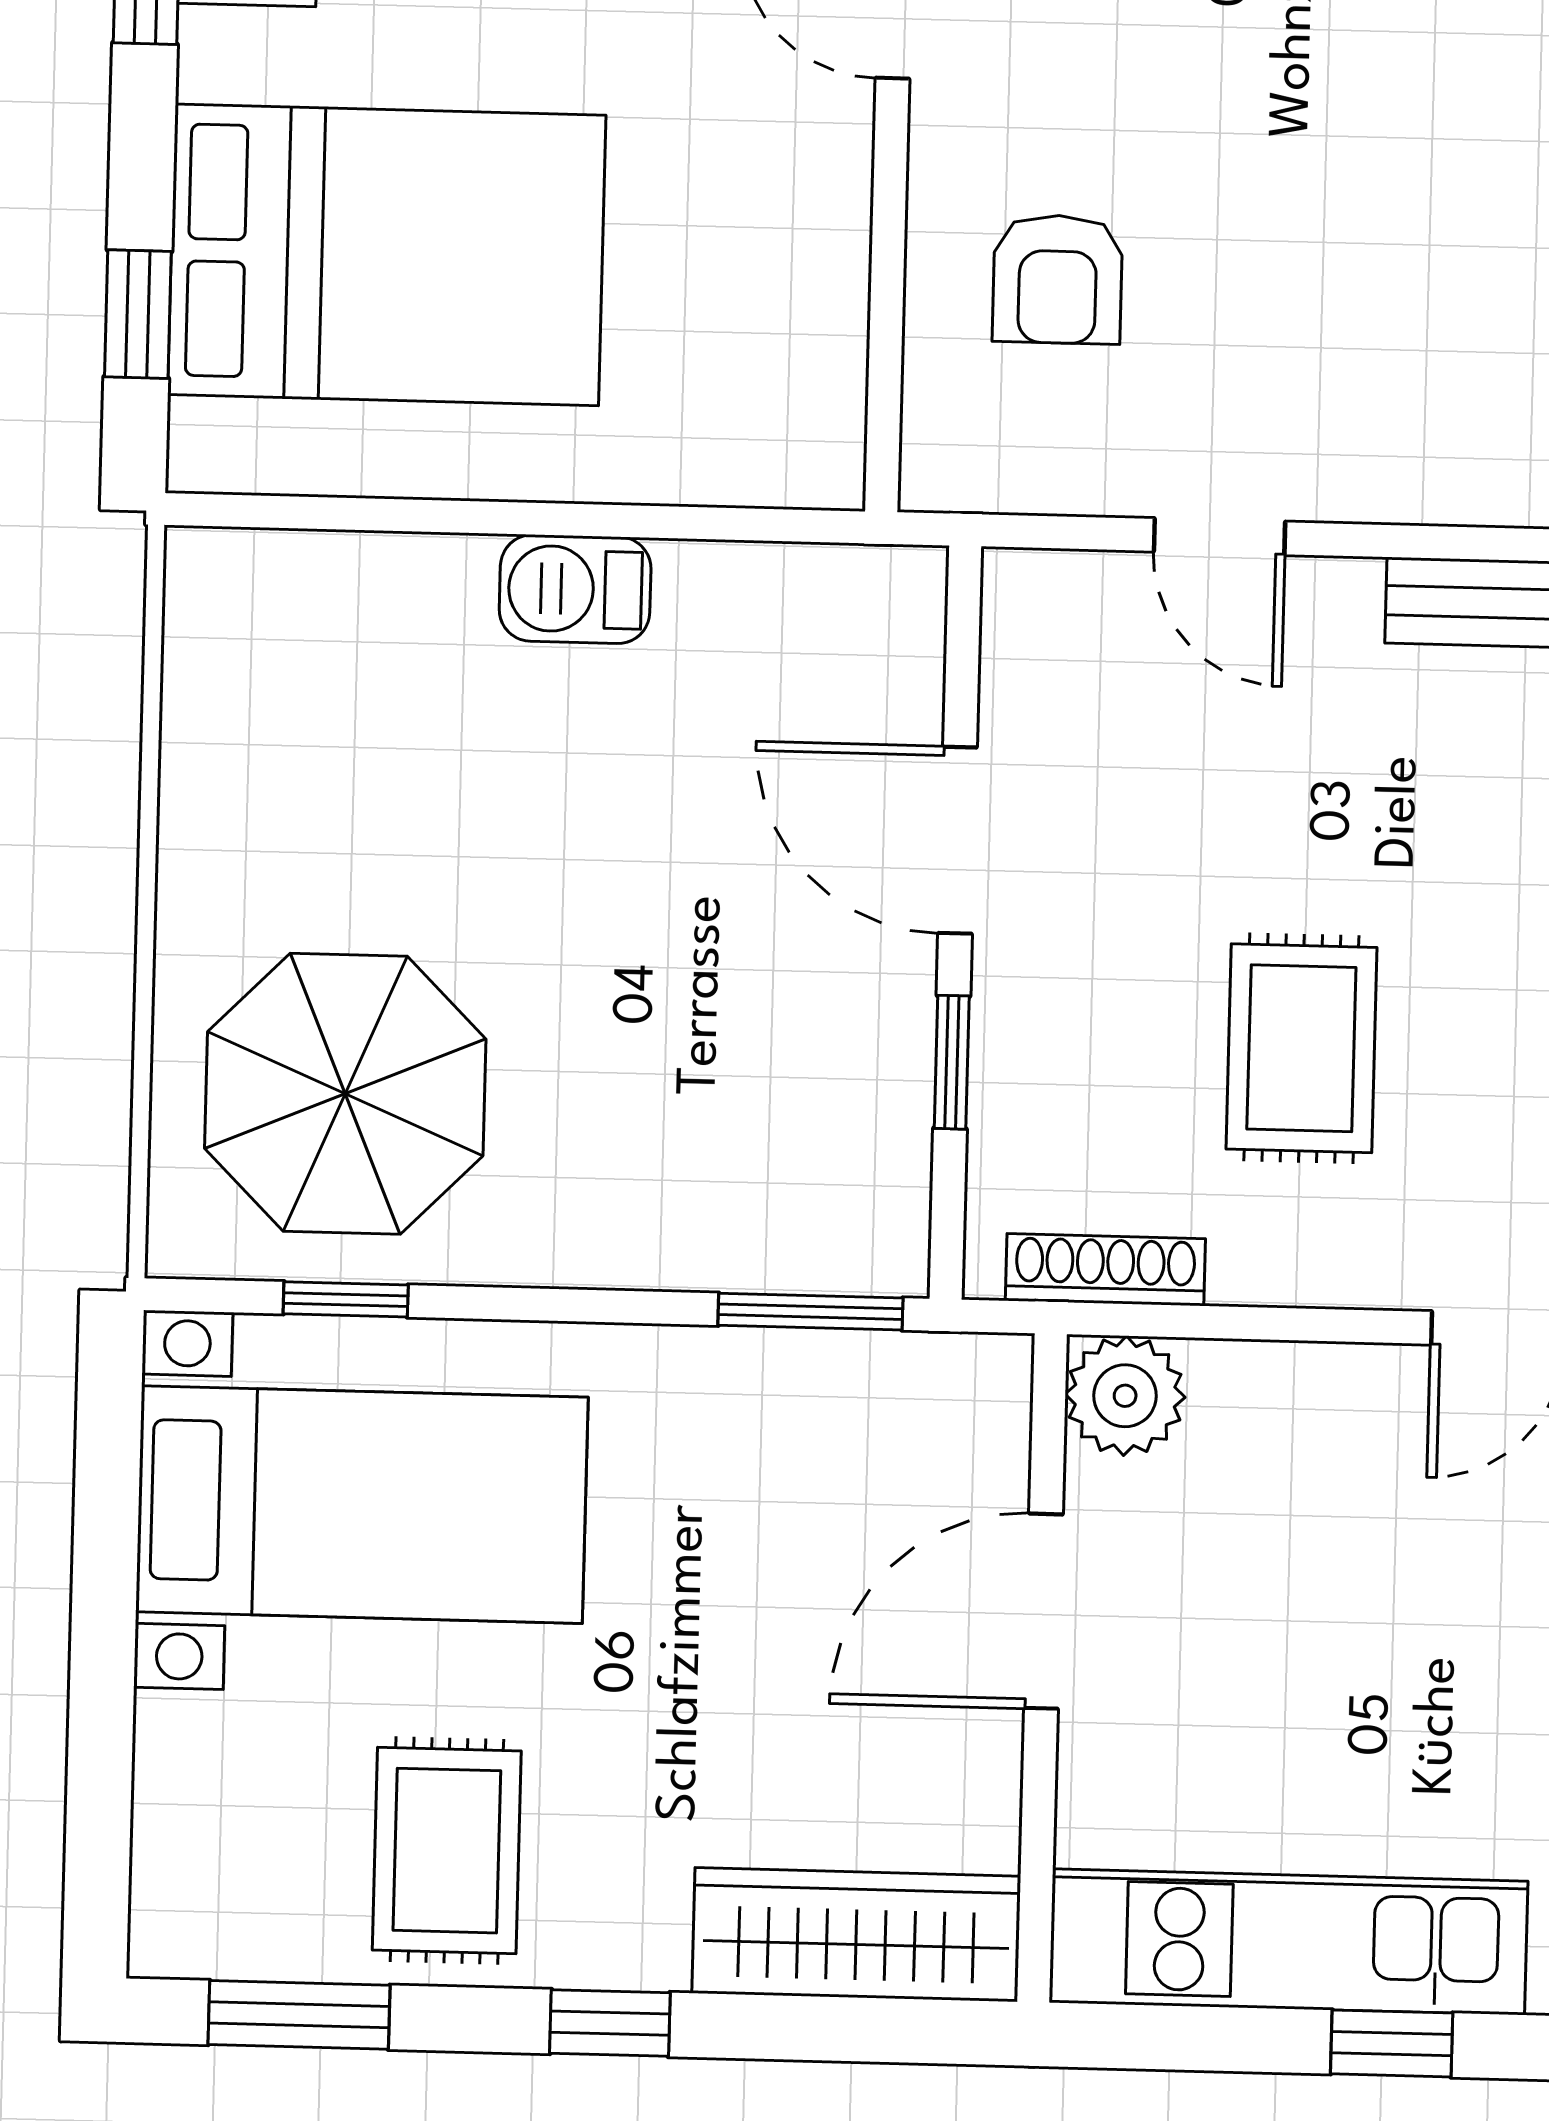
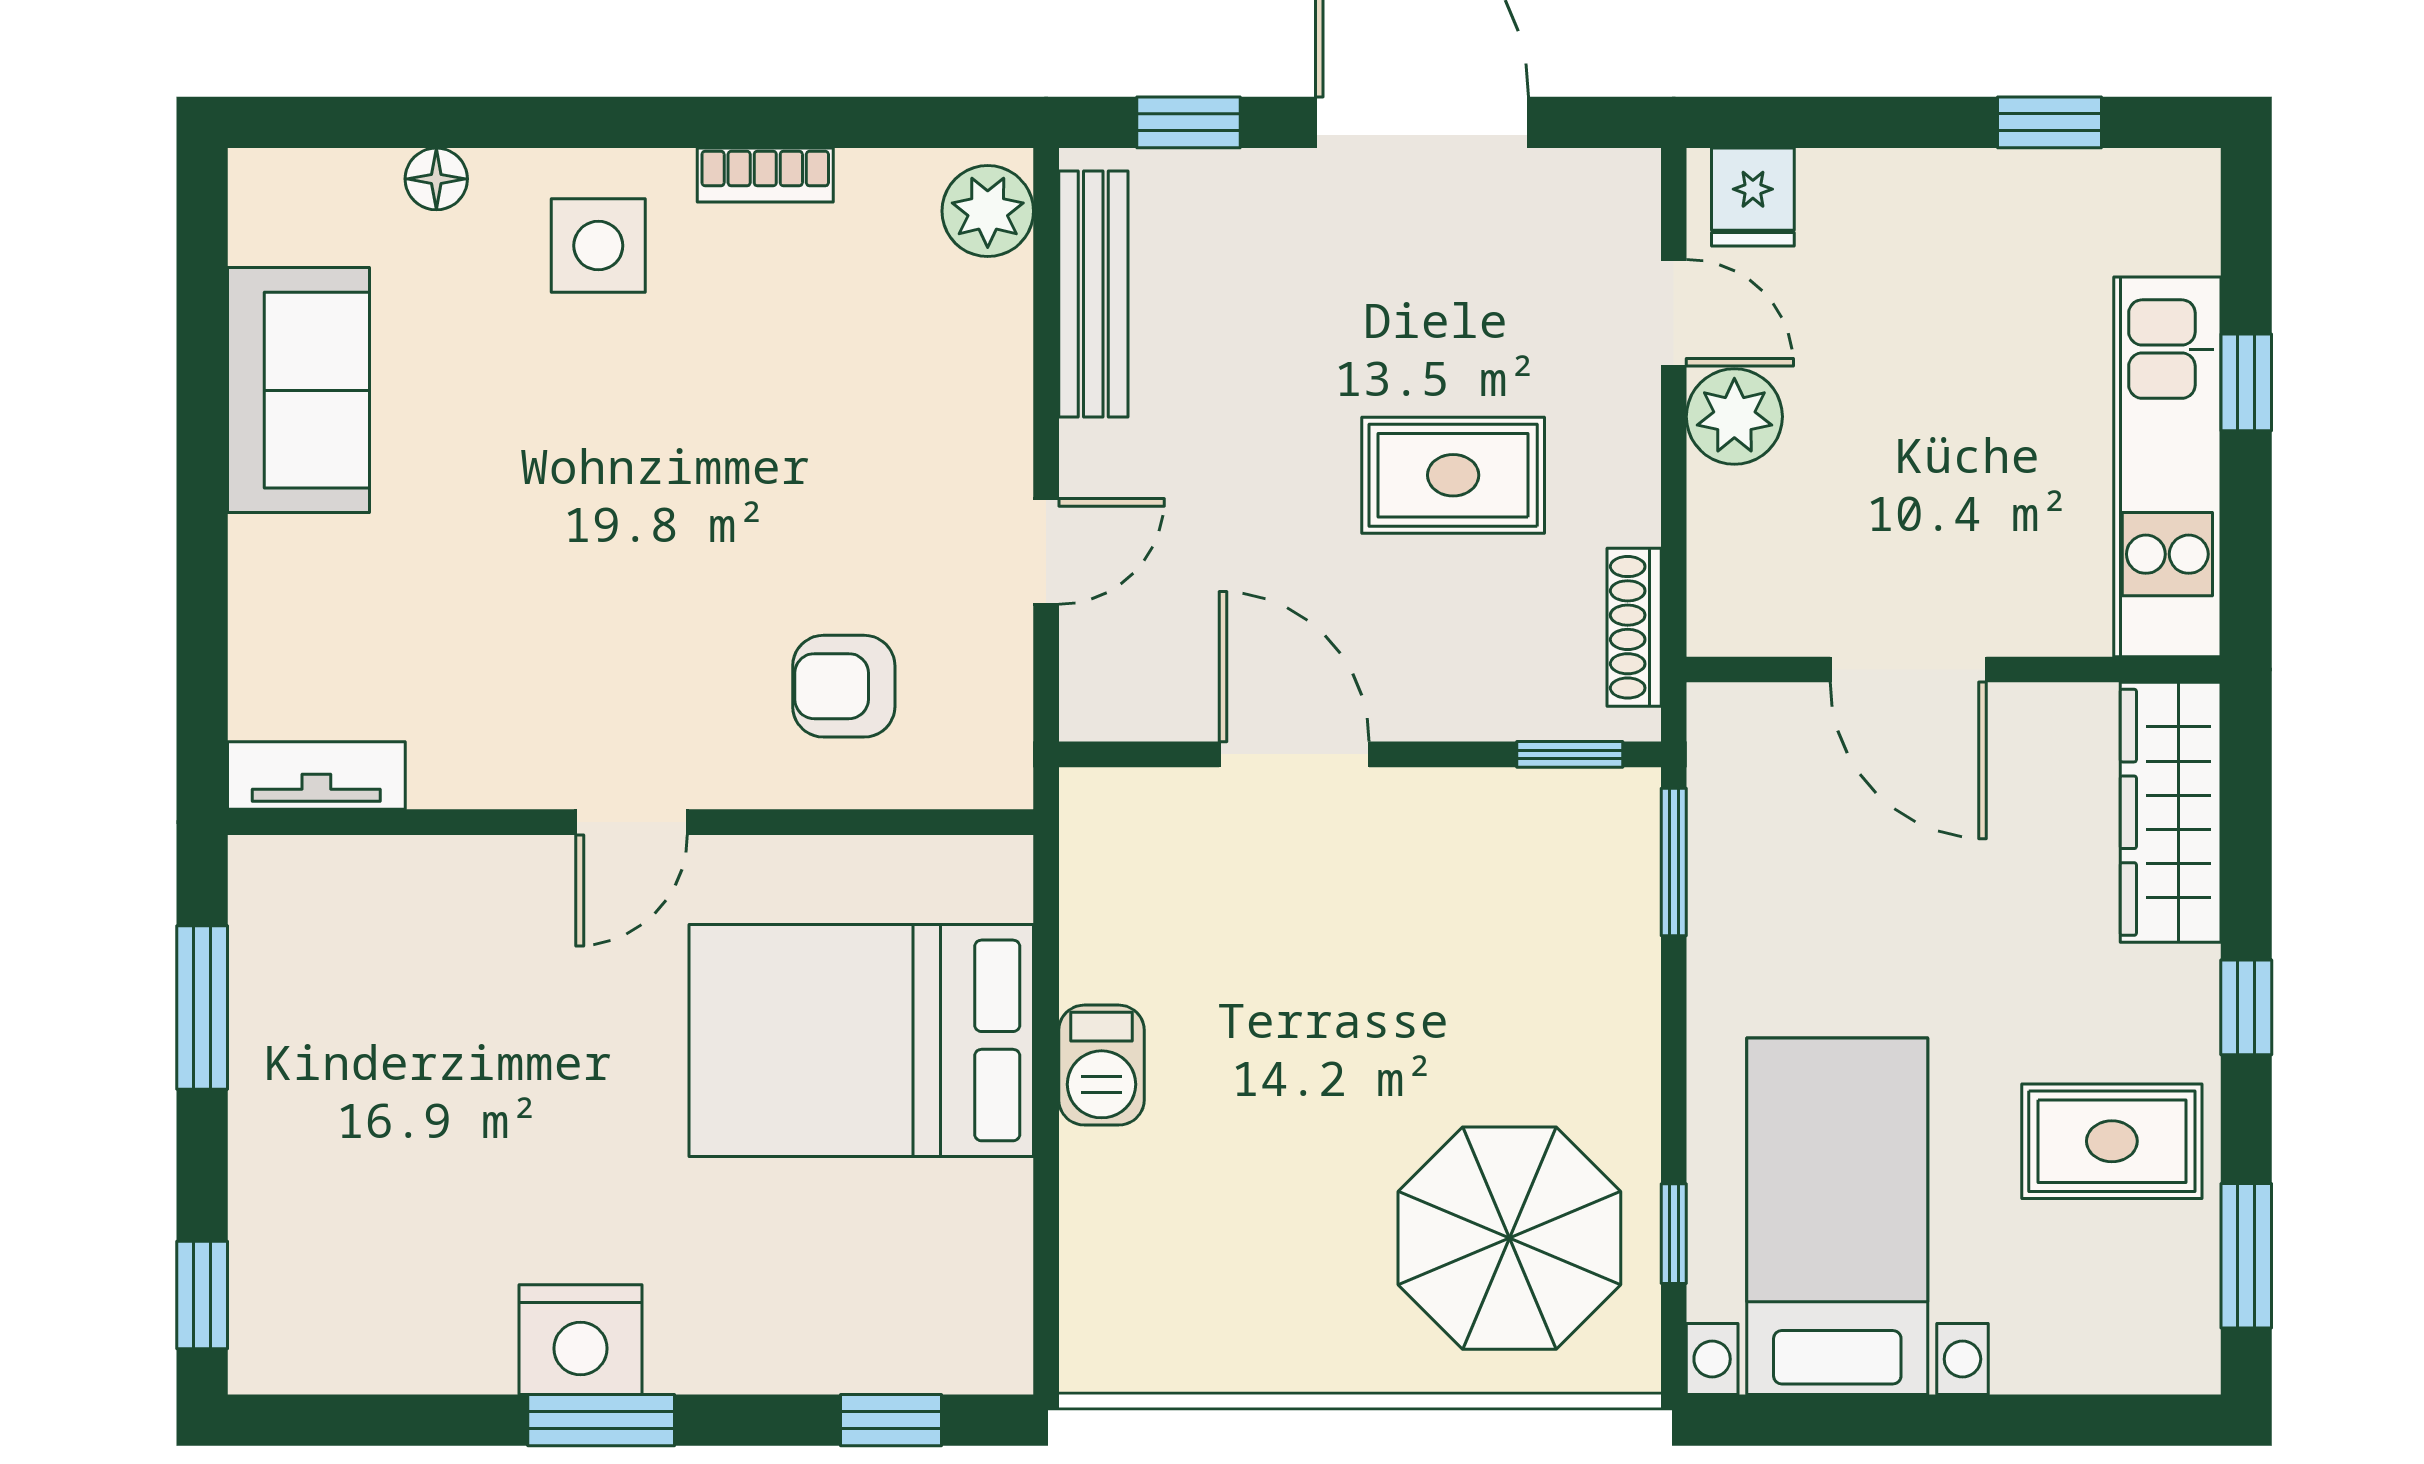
bed: (387, 255) -> (861, 1040), moved, turned -90
armchair: (1058, 279) -> (844, 686), turned 180
door: (958, 840) -> (1294, 754), swing flipped
window: (952, 1062) -> (1570, 754), moved
plant: (1125, 1396) -> (1734, 417), moved

